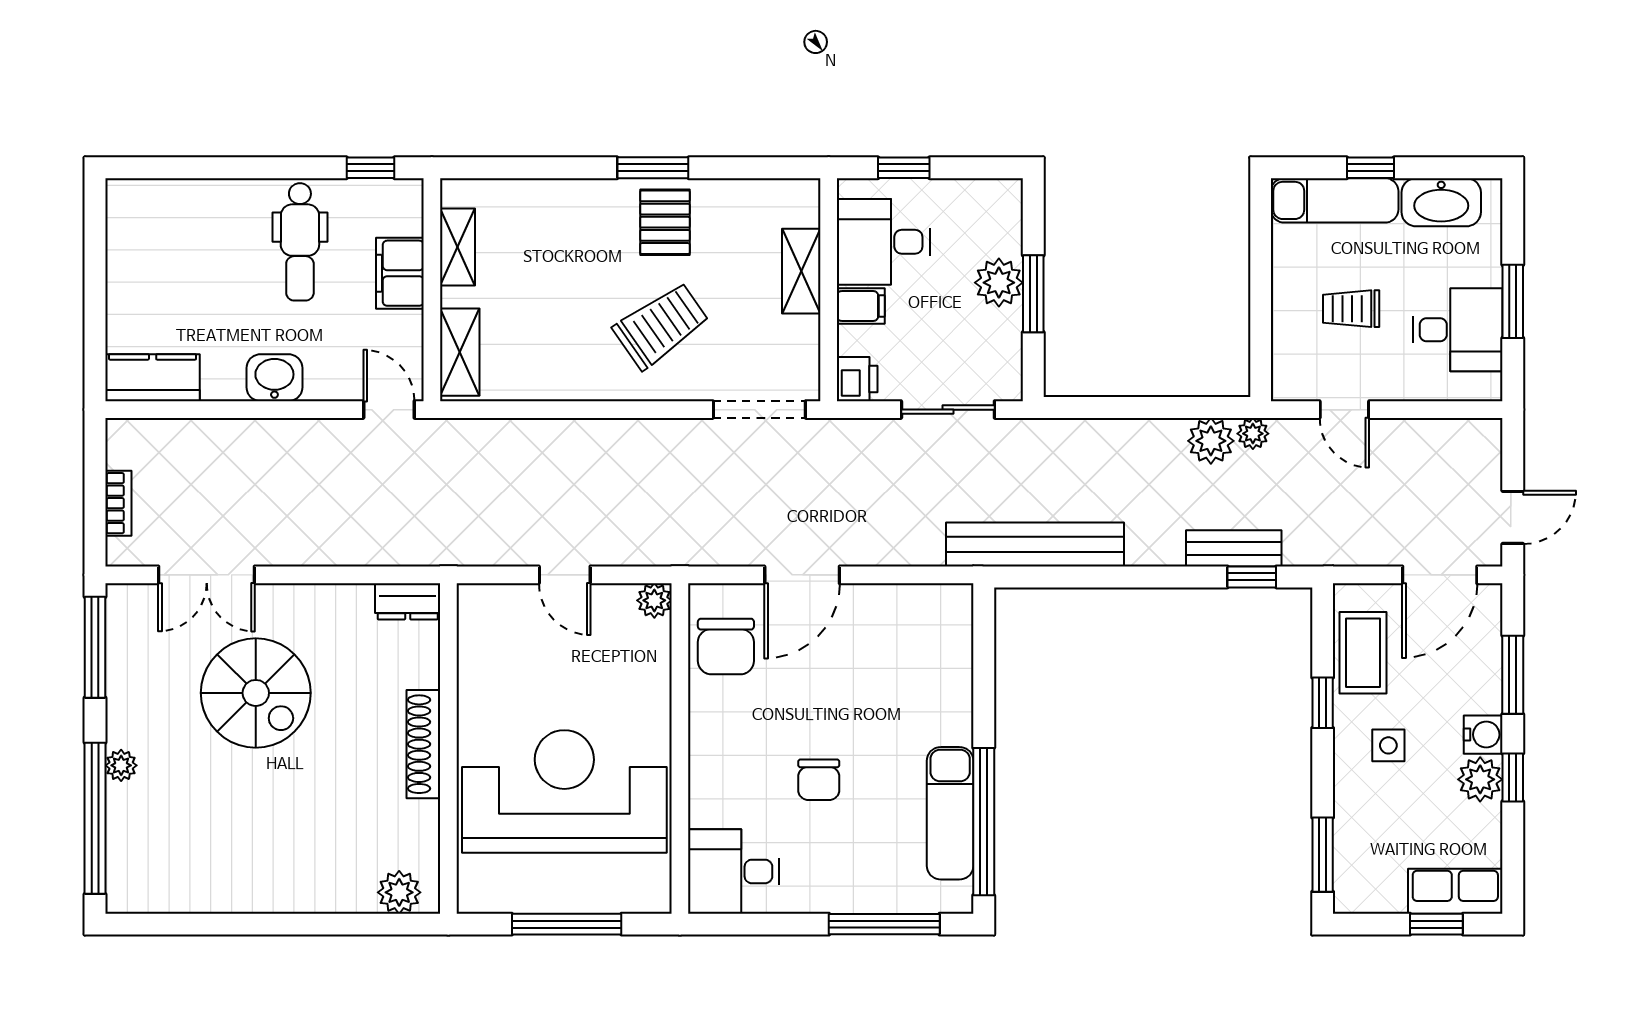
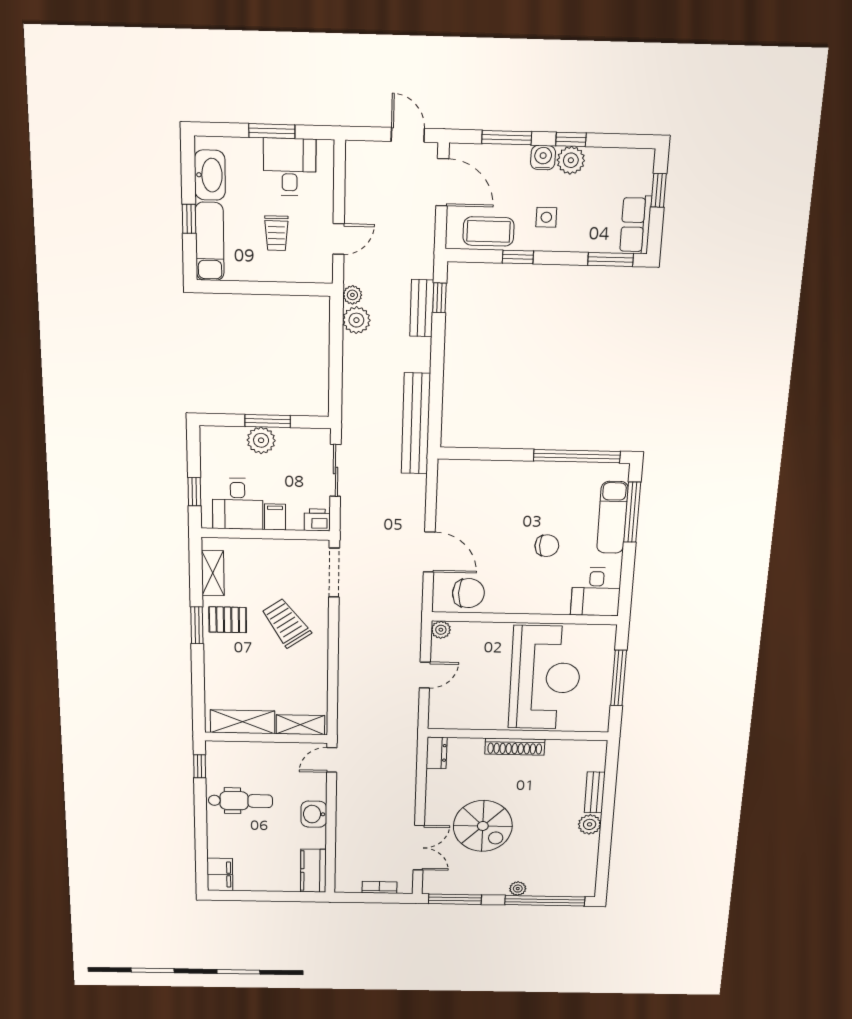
shelving: (458, 247) -> (243, 722), width x1.50, depth x1.33
shelving: (801, 271) -> (213, 573), moved, turned 90
filing cabinet: (400, 273) -> (220, 874), moved, turned -90
spiral stairs: (256, 693) -> (483, 826), turned 90
reception desk: (564, 791) -> (545, 678), turned 180
exam couch: (950, 813) -> (612, 517), moved, turned 90
row of seats: (1455, 891) -> (636, 225), moved
plant: (399, 892) -> (590, 824), moved
bench: (331, 897) -> (595, 792), added

